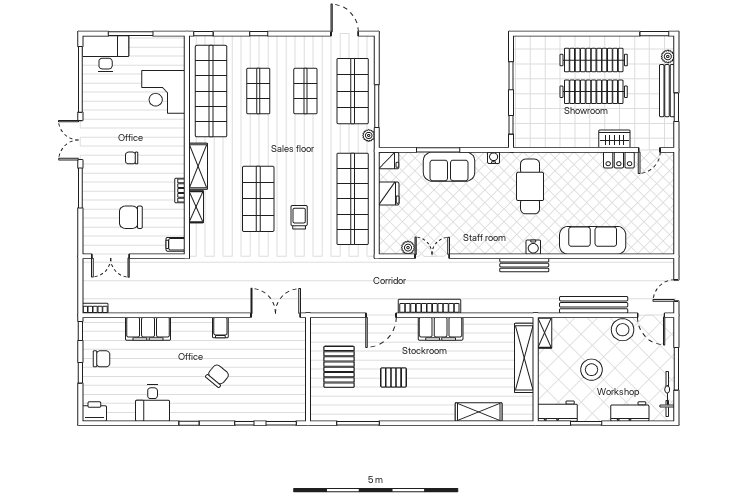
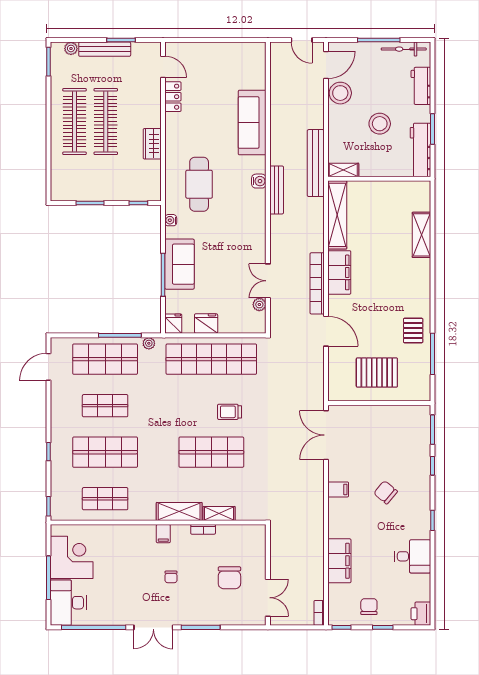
shop shelf: (211, 91) -> (105, 499), width x0.50, depth x0.74
shop shelf: (258, 91) -> (105, 452), width x1.43, depth x1.36
corner desk: (163, 92) -> (72, 557), moved, turned -90
wardrobe: (614, 139) -> (152, 144), moved
cafe table: (530, 186) -> (199, 184), turned 90
filing cabinet: (176, 244) -> (163, 534), moved
bench: (594, 305) -> (316, 163), moved
shelving: (524, 358) -> (337, 215), moved, turned 90
pallet: (393, 377) -> (413, 330), moved
workbench: (557, 411) -> (420, 150), width x1.38

